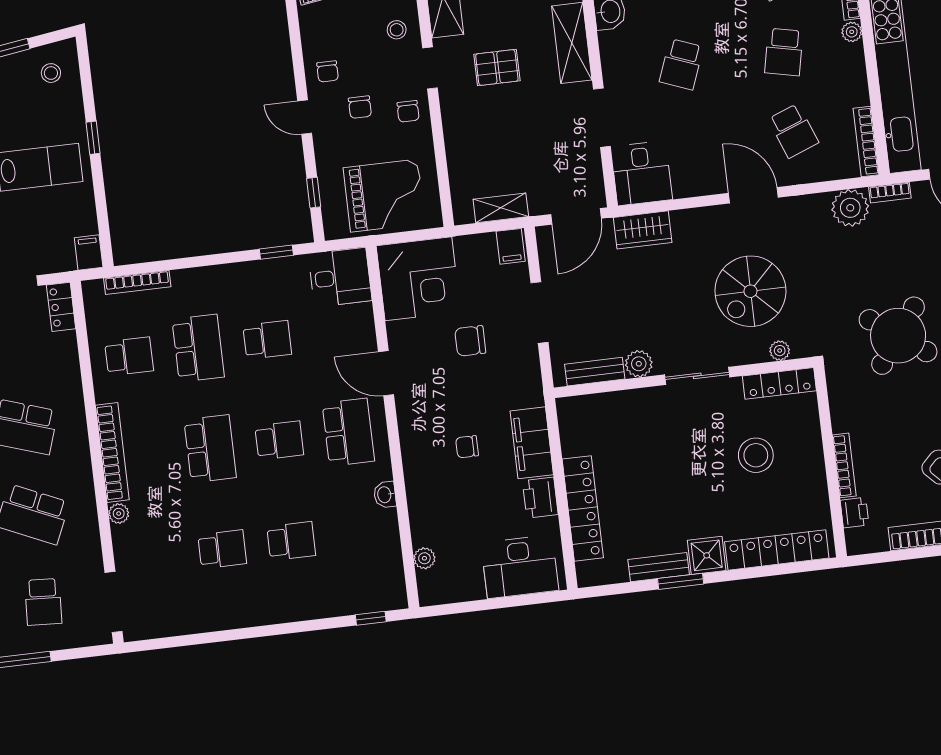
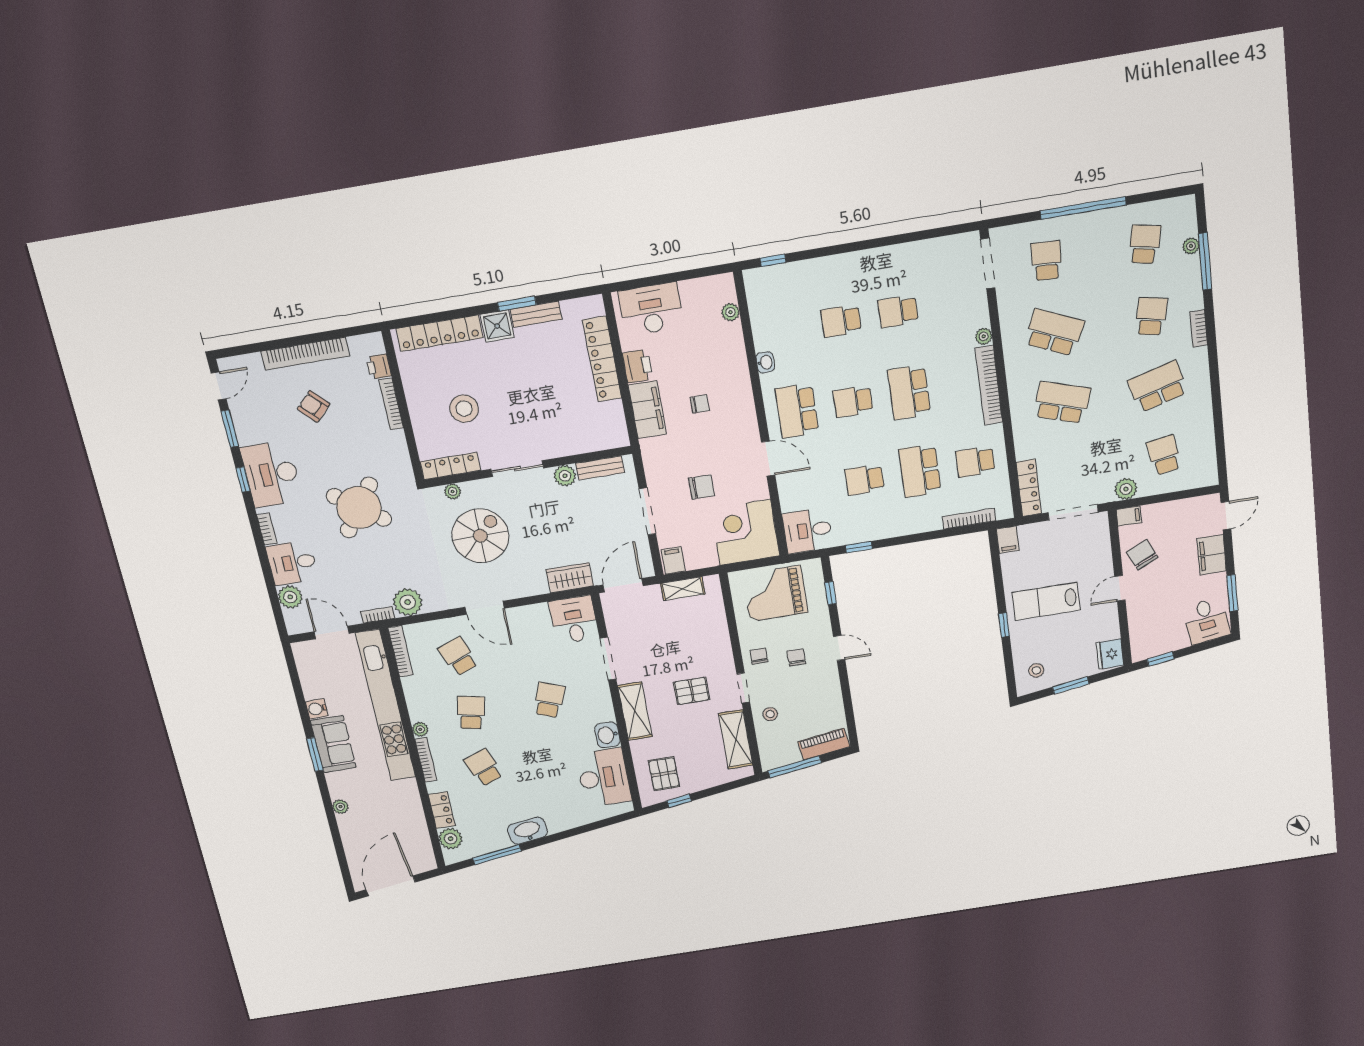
chair: (328, 71) -> (822, 682), removed
locker: (61, 307) -> (1029, 488), width x1.53

